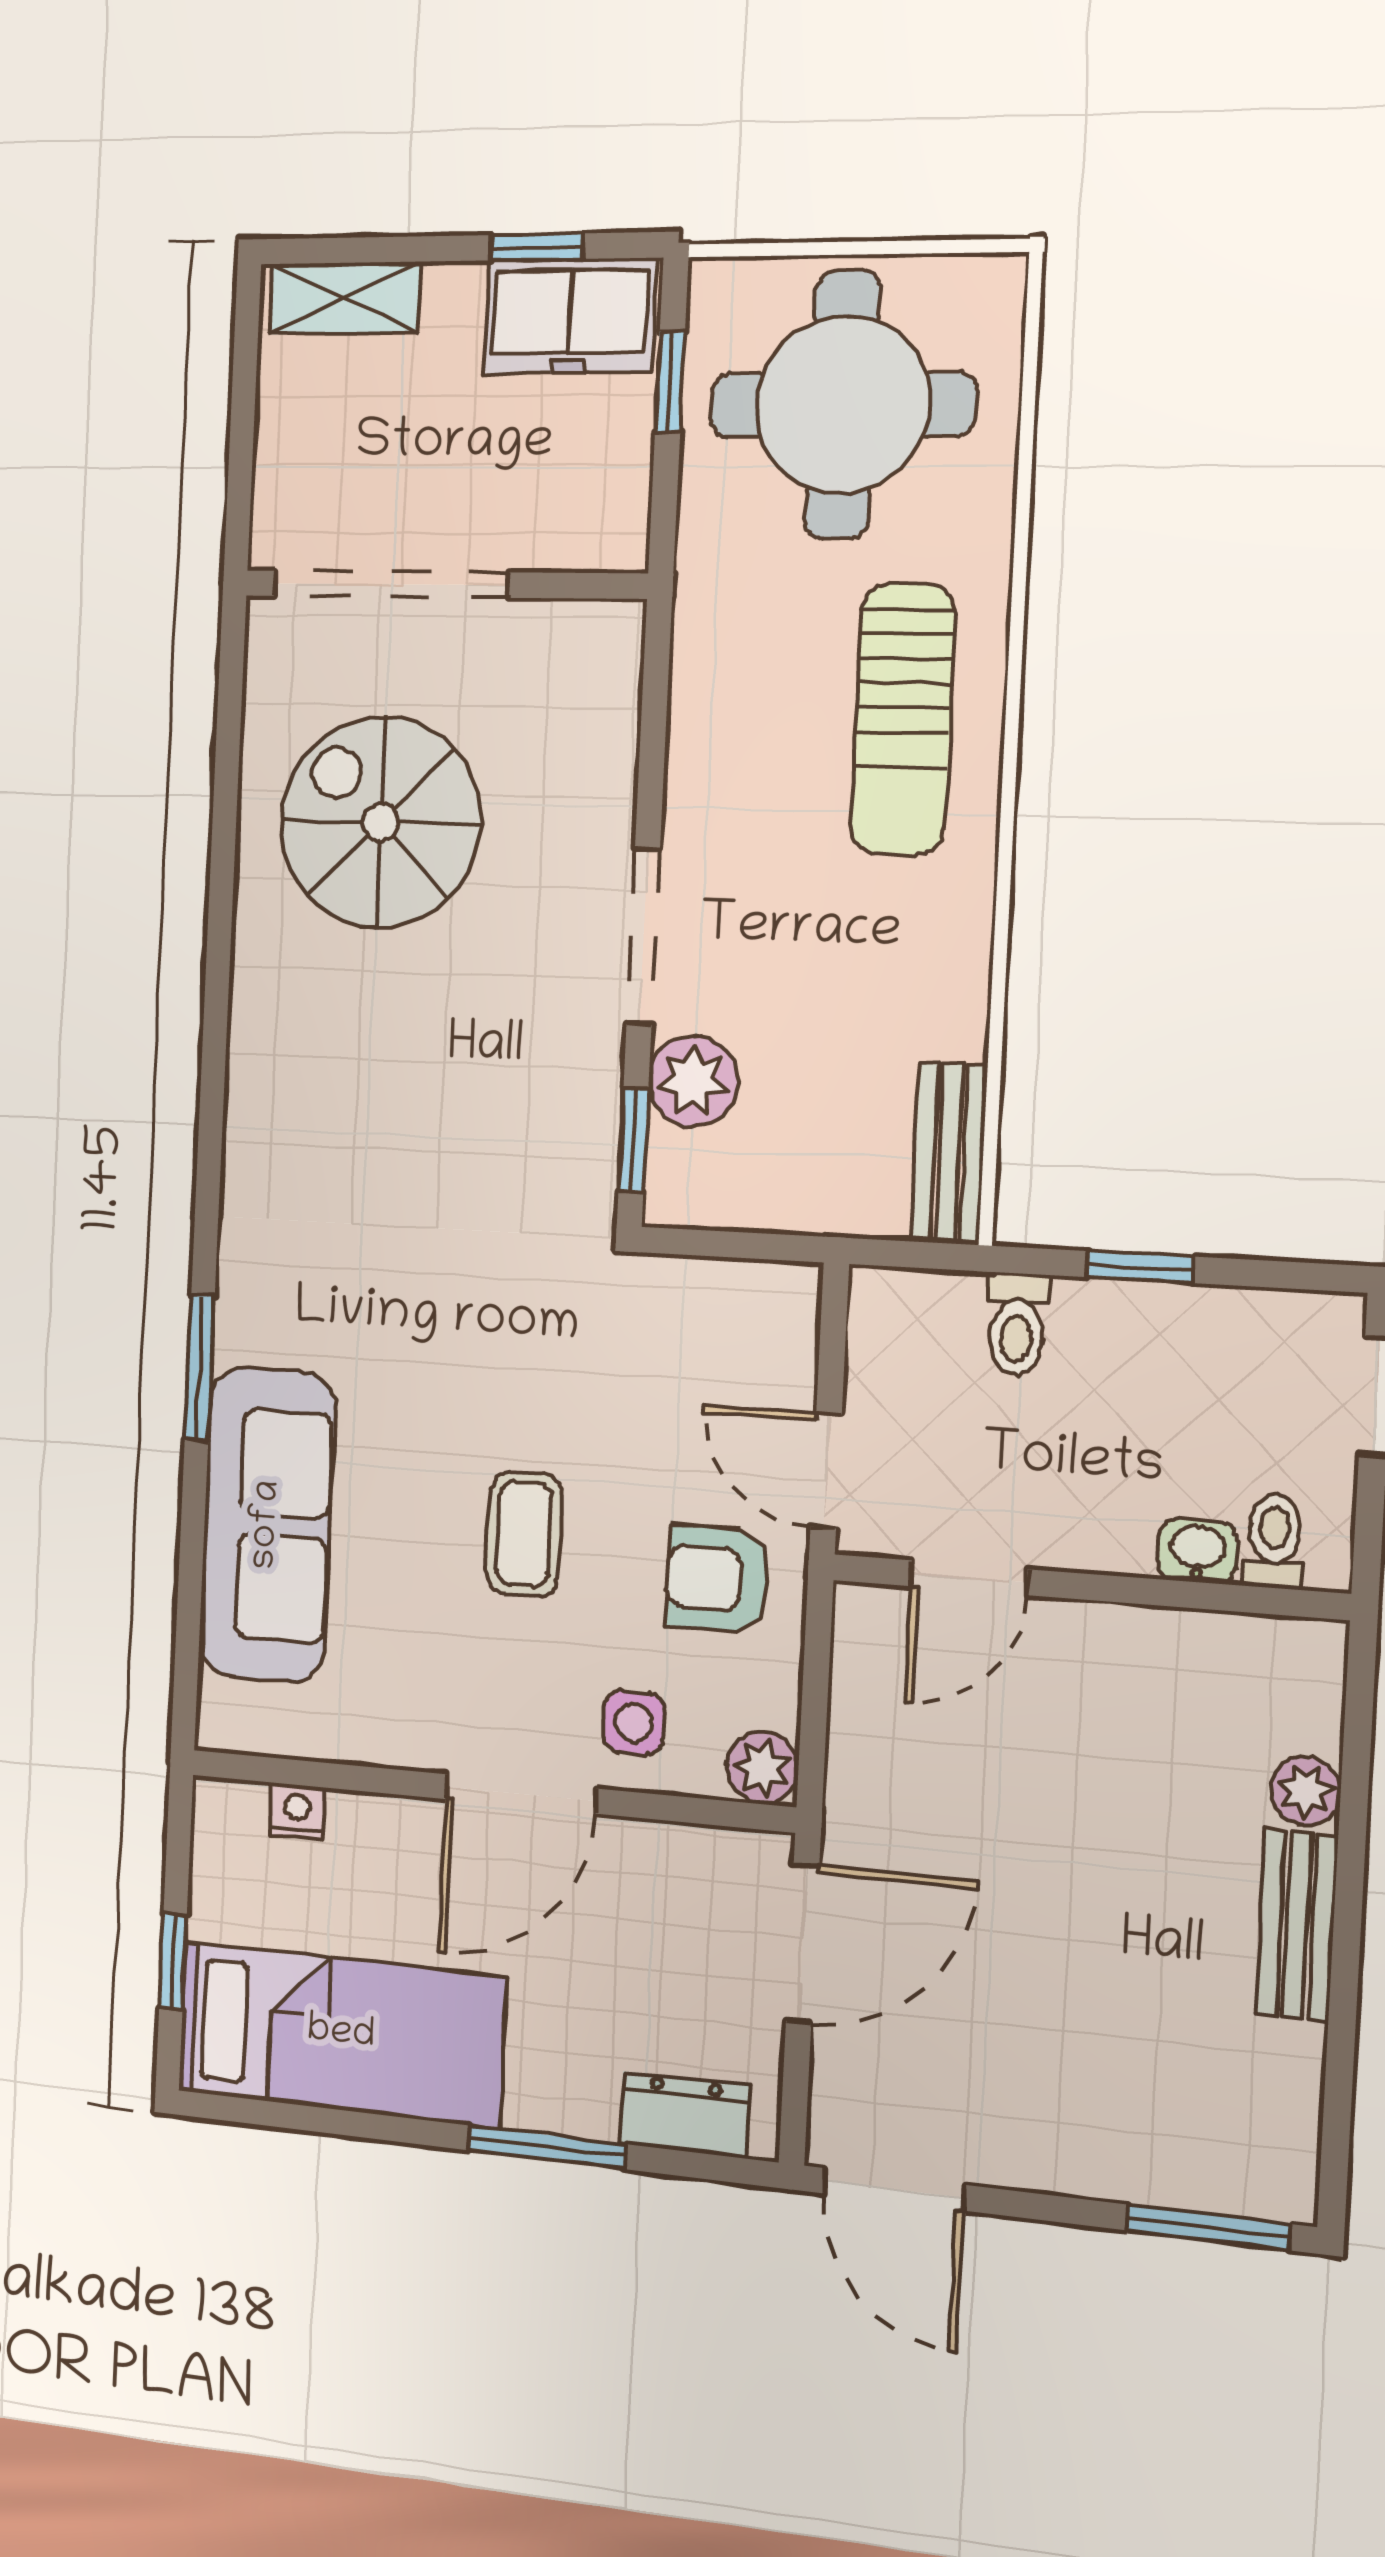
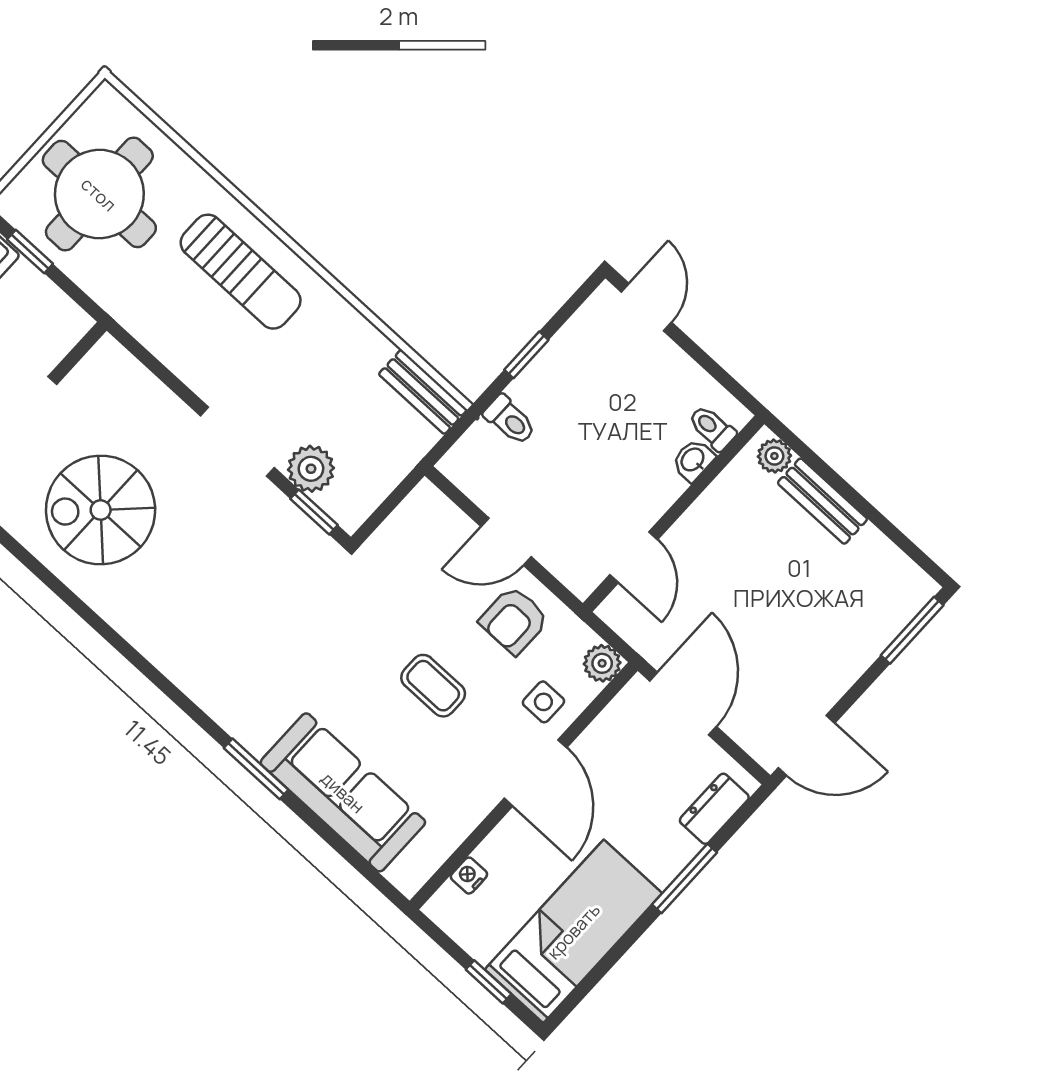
toilet: (1274, 1541) -> (712, 428), moved
washbasin: (1198, 1551) -> (693, 460), moved
door: (969, 1578) -> (634, 557), moved
wall: (1088, 1587) -> (674, 514), moved

